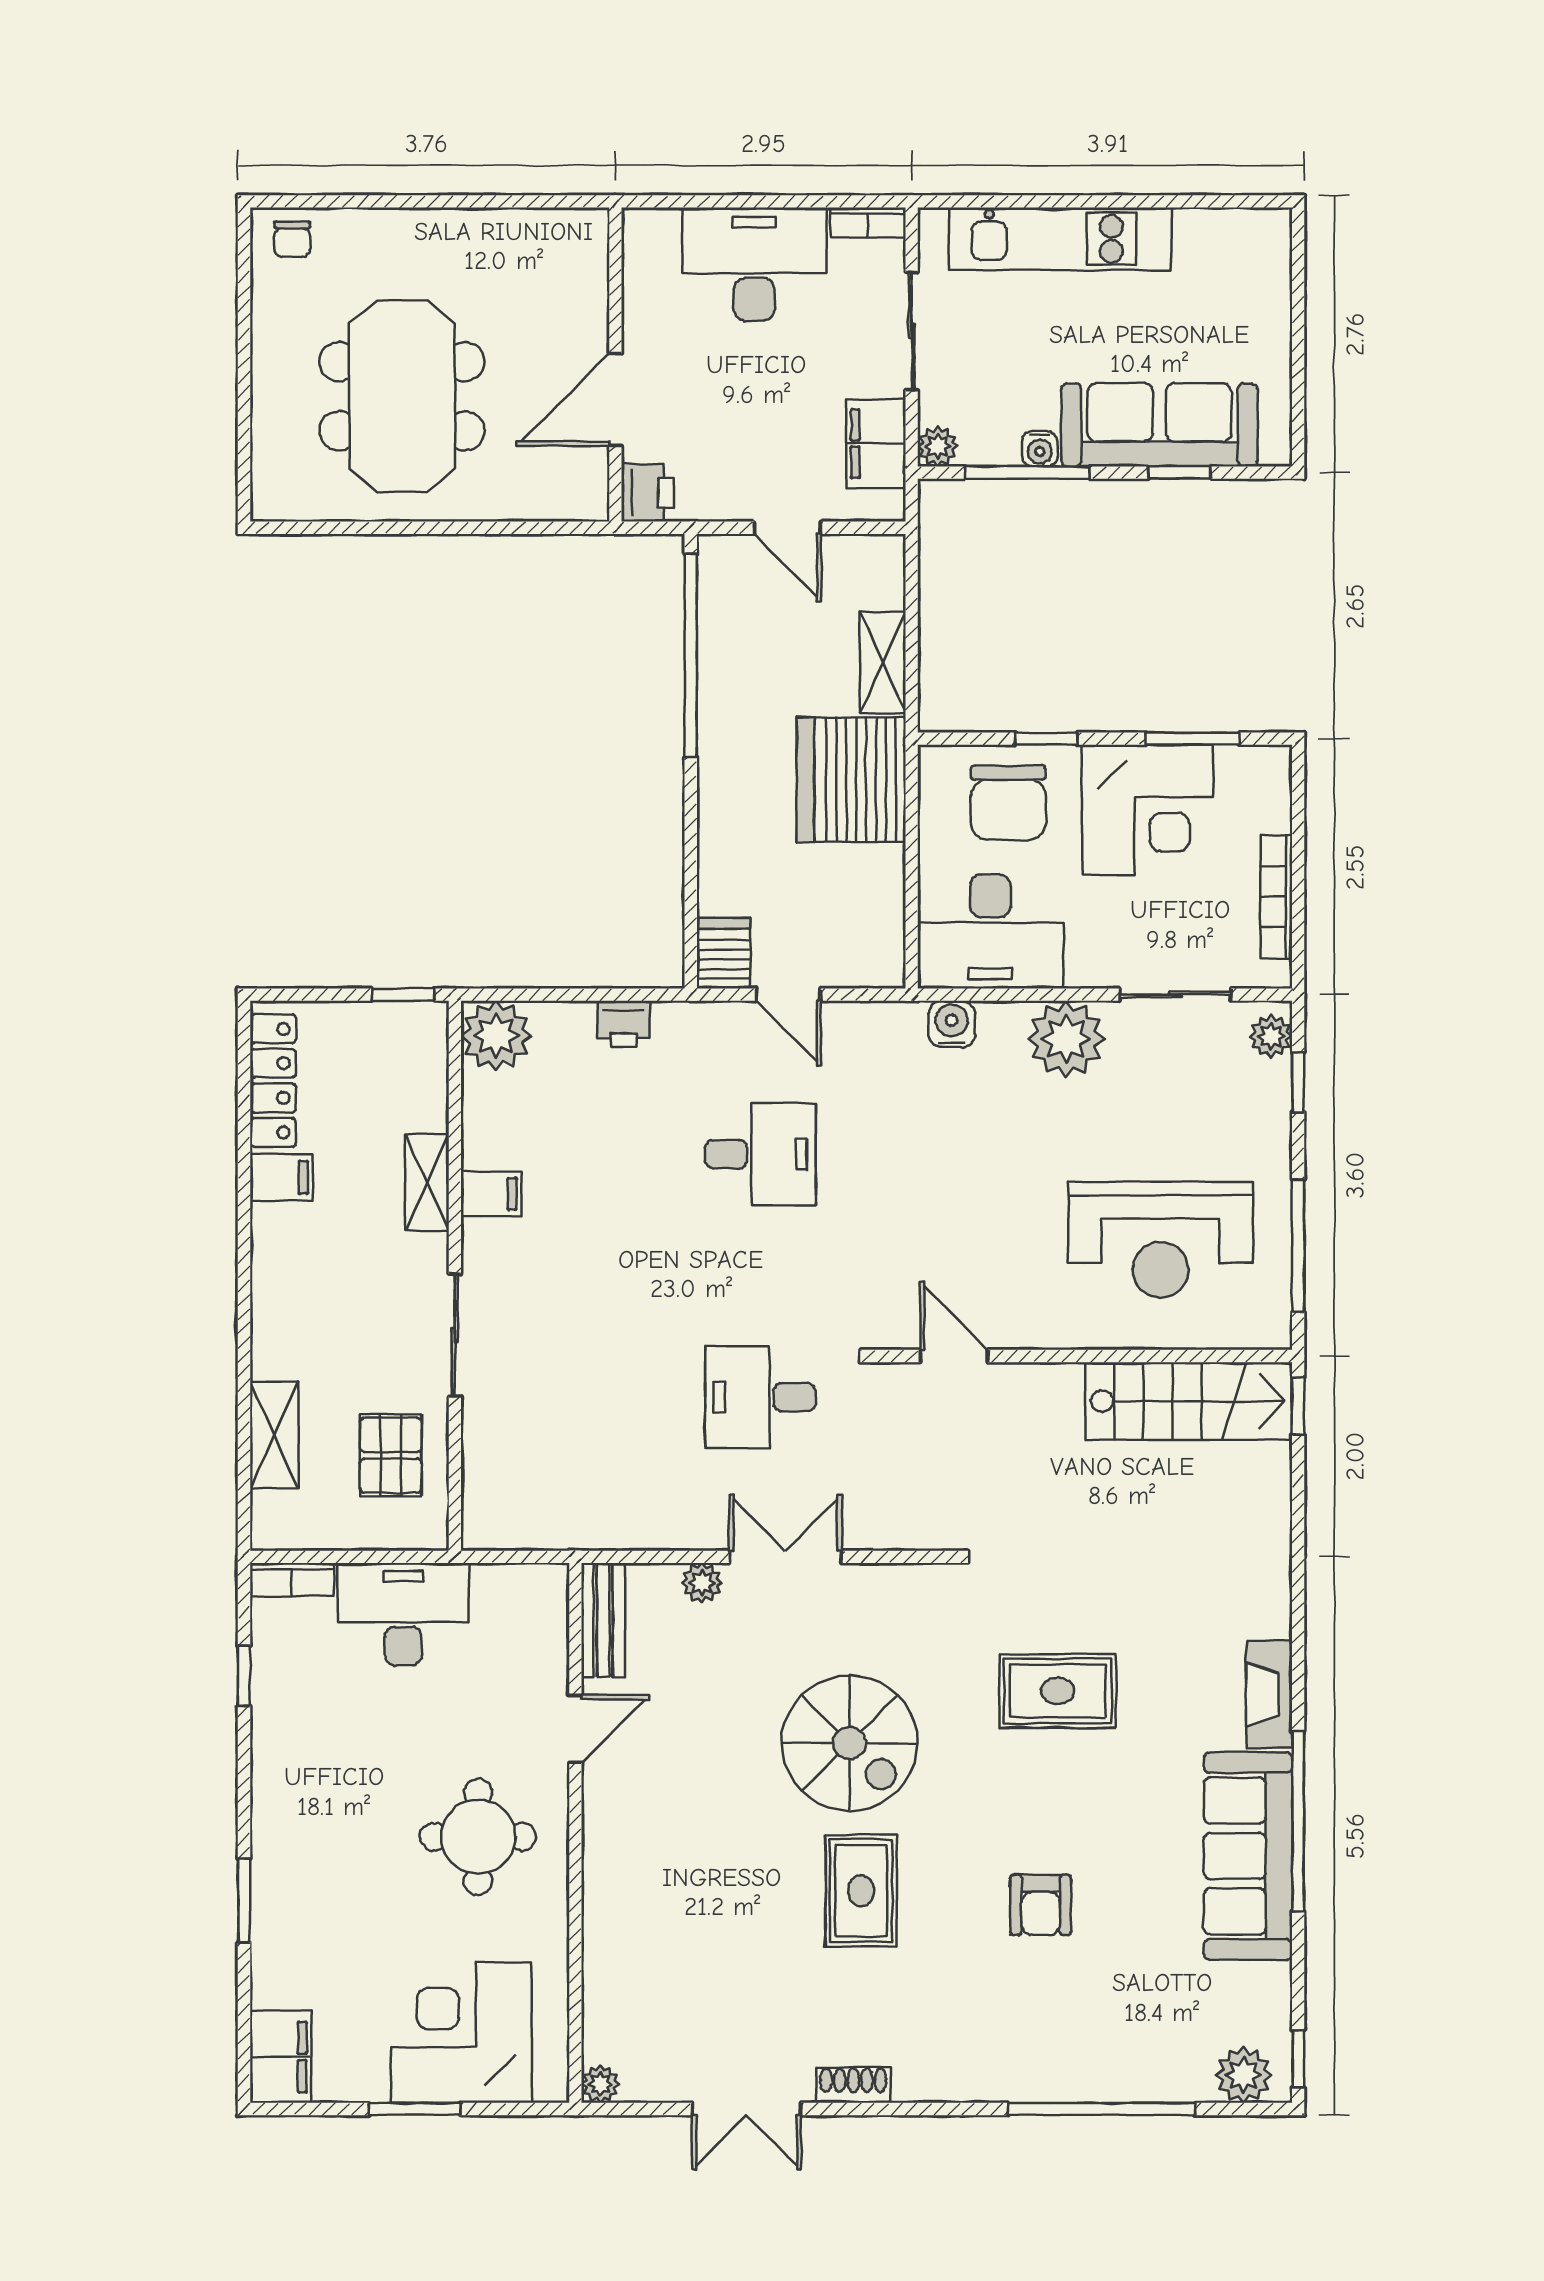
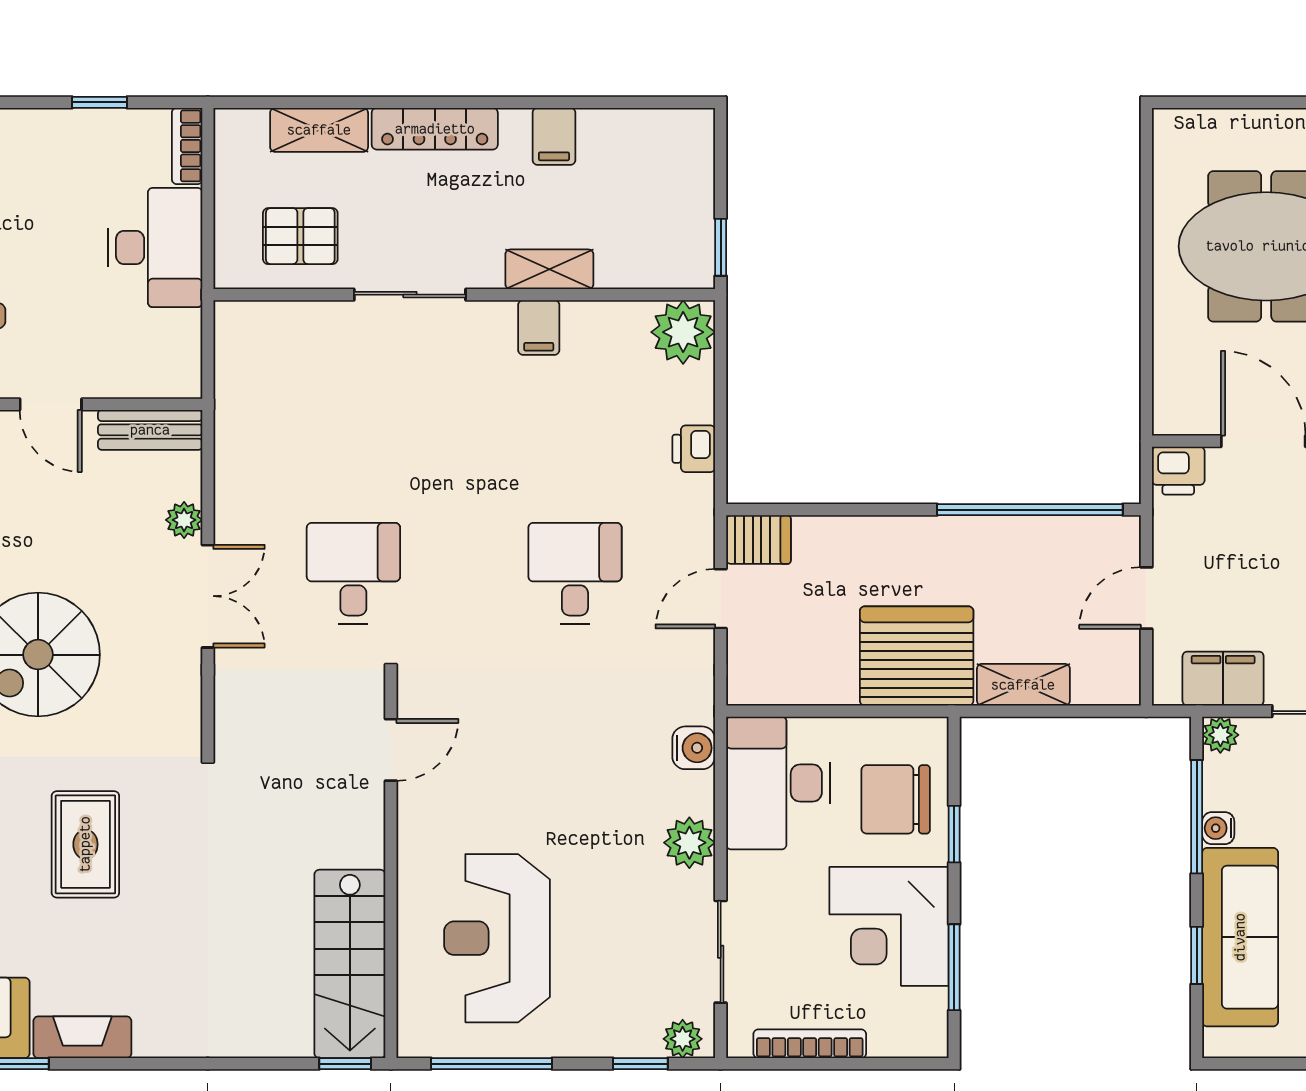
plant: (1066, 1039) -> (689, 843), width x0.73, depth x0.73
locker: (273, 1081) -> (435, 129), moved
desk: (760, 1154) -> (575, 573), turned 180

